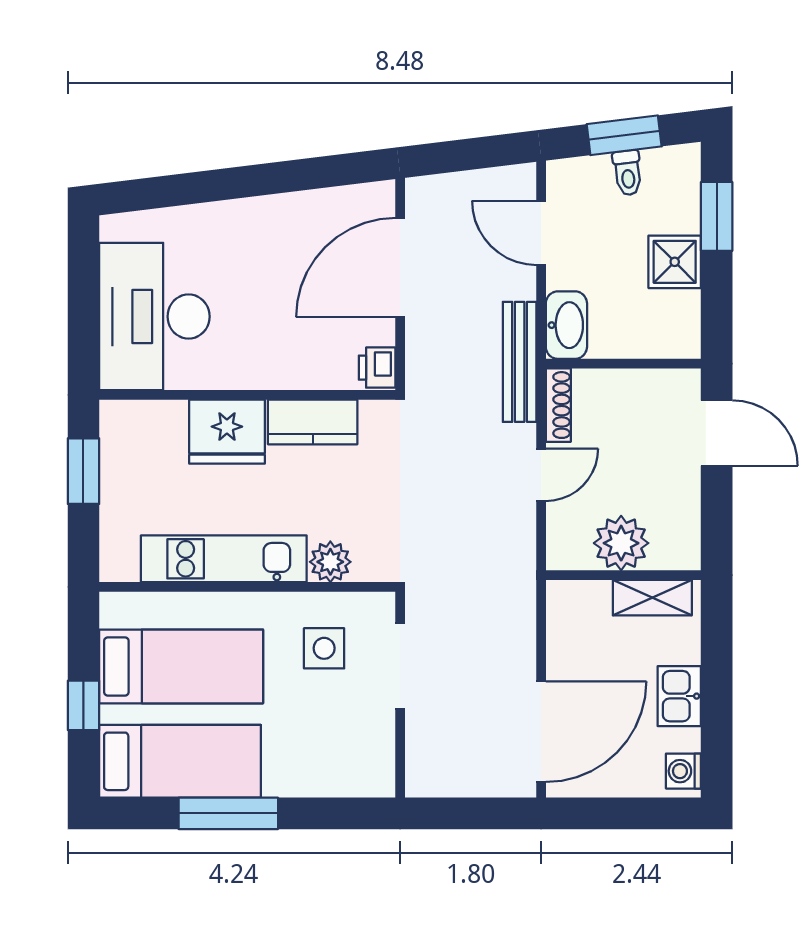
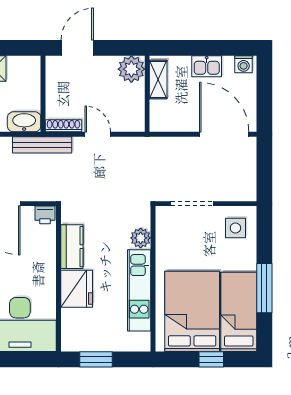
plant: (621, 543) -> (131, 69), moved
side table: (324, 648) -> (235, 228), moved
bed: (181, 666) -> (192, 311), width x1.50

